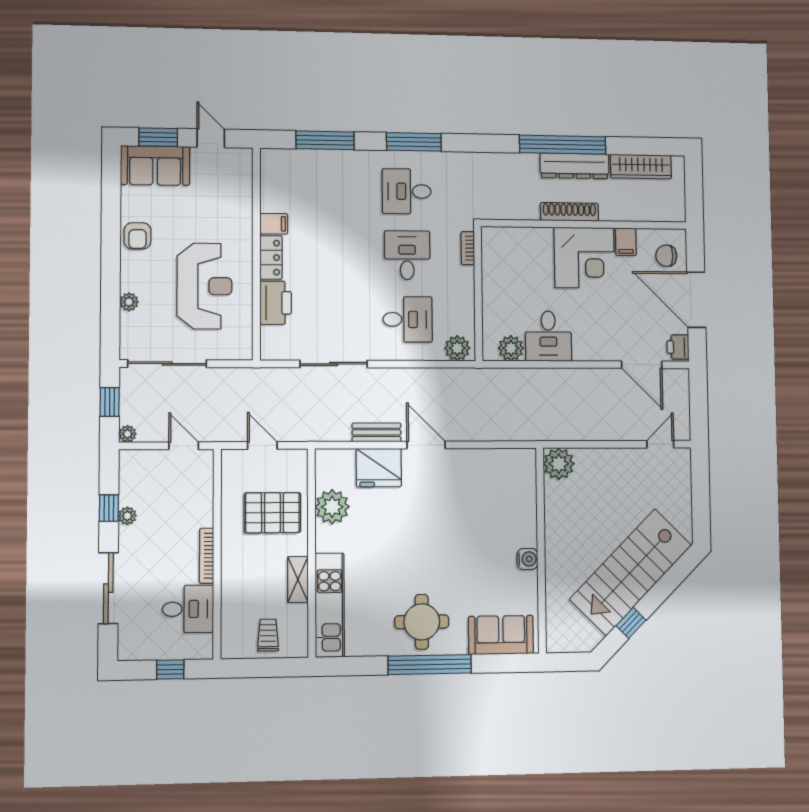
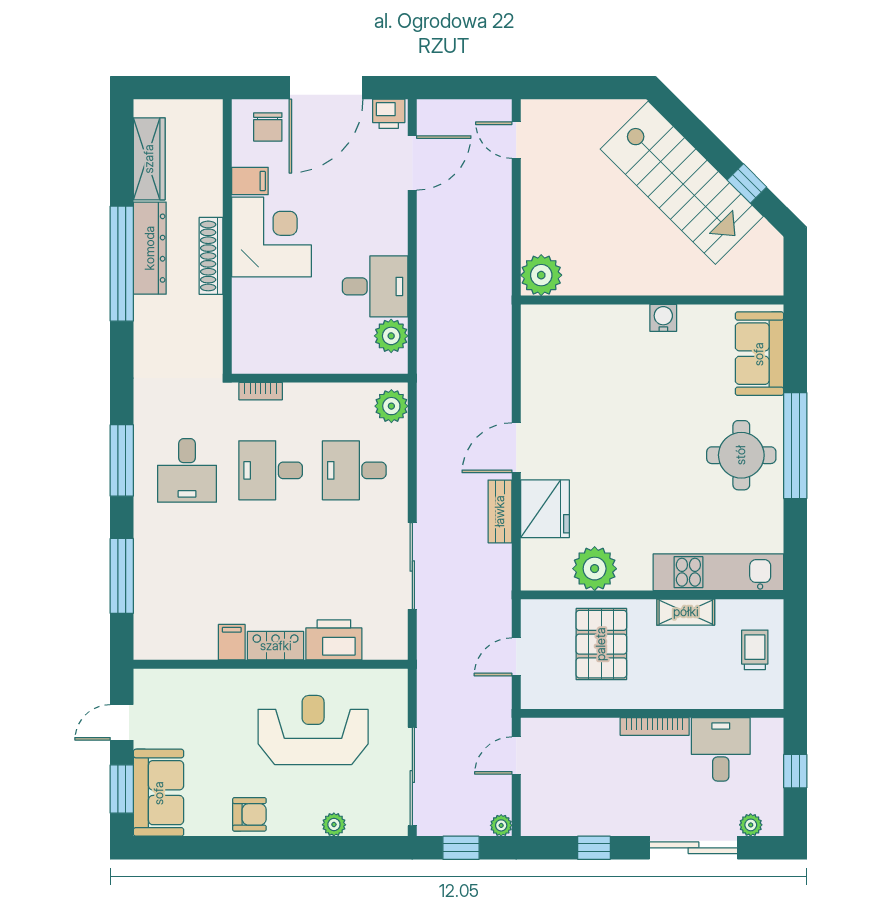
desk: (408, 319) -> (354, 470), turned -90
plant: (127, 516) -> (751, 825), moved
trolley: (268, 635) -> (755, 650), turned 90

